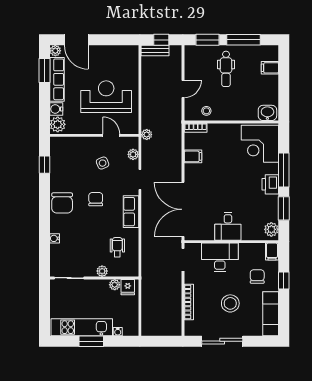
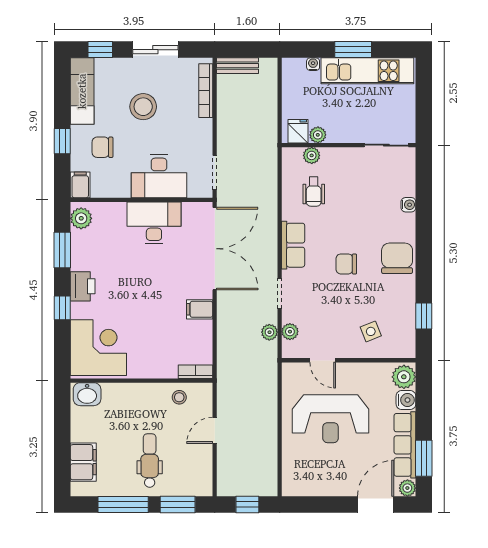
door: (76, 40) -> (376, 504), hinge flipped
bench: (155, 51) -> (238, 66), moved
filing cabinet: (270, 68) -> (83, 462), width x2.00
plant: (147, 135) -> (269, 332), moved
filing cabinet: (193, 156) -> (200, 309), moved
side table: (103, 163) -> (371, 331), moved
window: (284, 170) -> (62, 308), width x0.46
chair: (96, 199) -> (346, 264), turned 90
desk: (228, 226) -> (154, 223), width x1.37
plant: (102, 271) -> (312, 155), moved
chair: (257, 276) -> (103, 147), turned 90
bookcase: (189, 302) -> (206, 91), moved
sliding door: (222, 341) -> (155, 50), width x0.73
window: (259, 341) -> (100, 50), added

